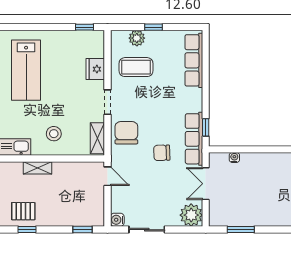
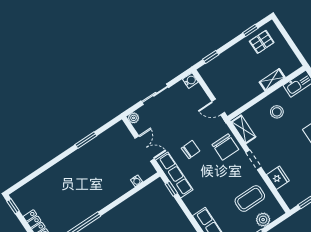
plant: (191, 215) -> (134, 118), width x0.53, depth x0.53
sliding door: (147, 230) -> (155, 94), moved
window: (241, 230) -> (86, 140), moved

